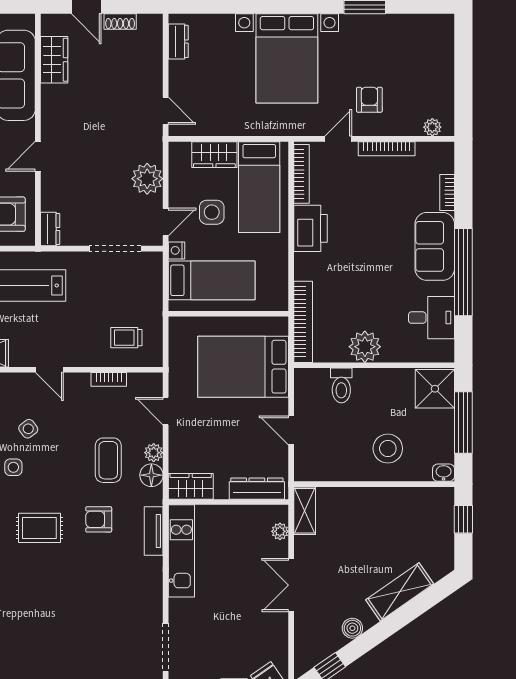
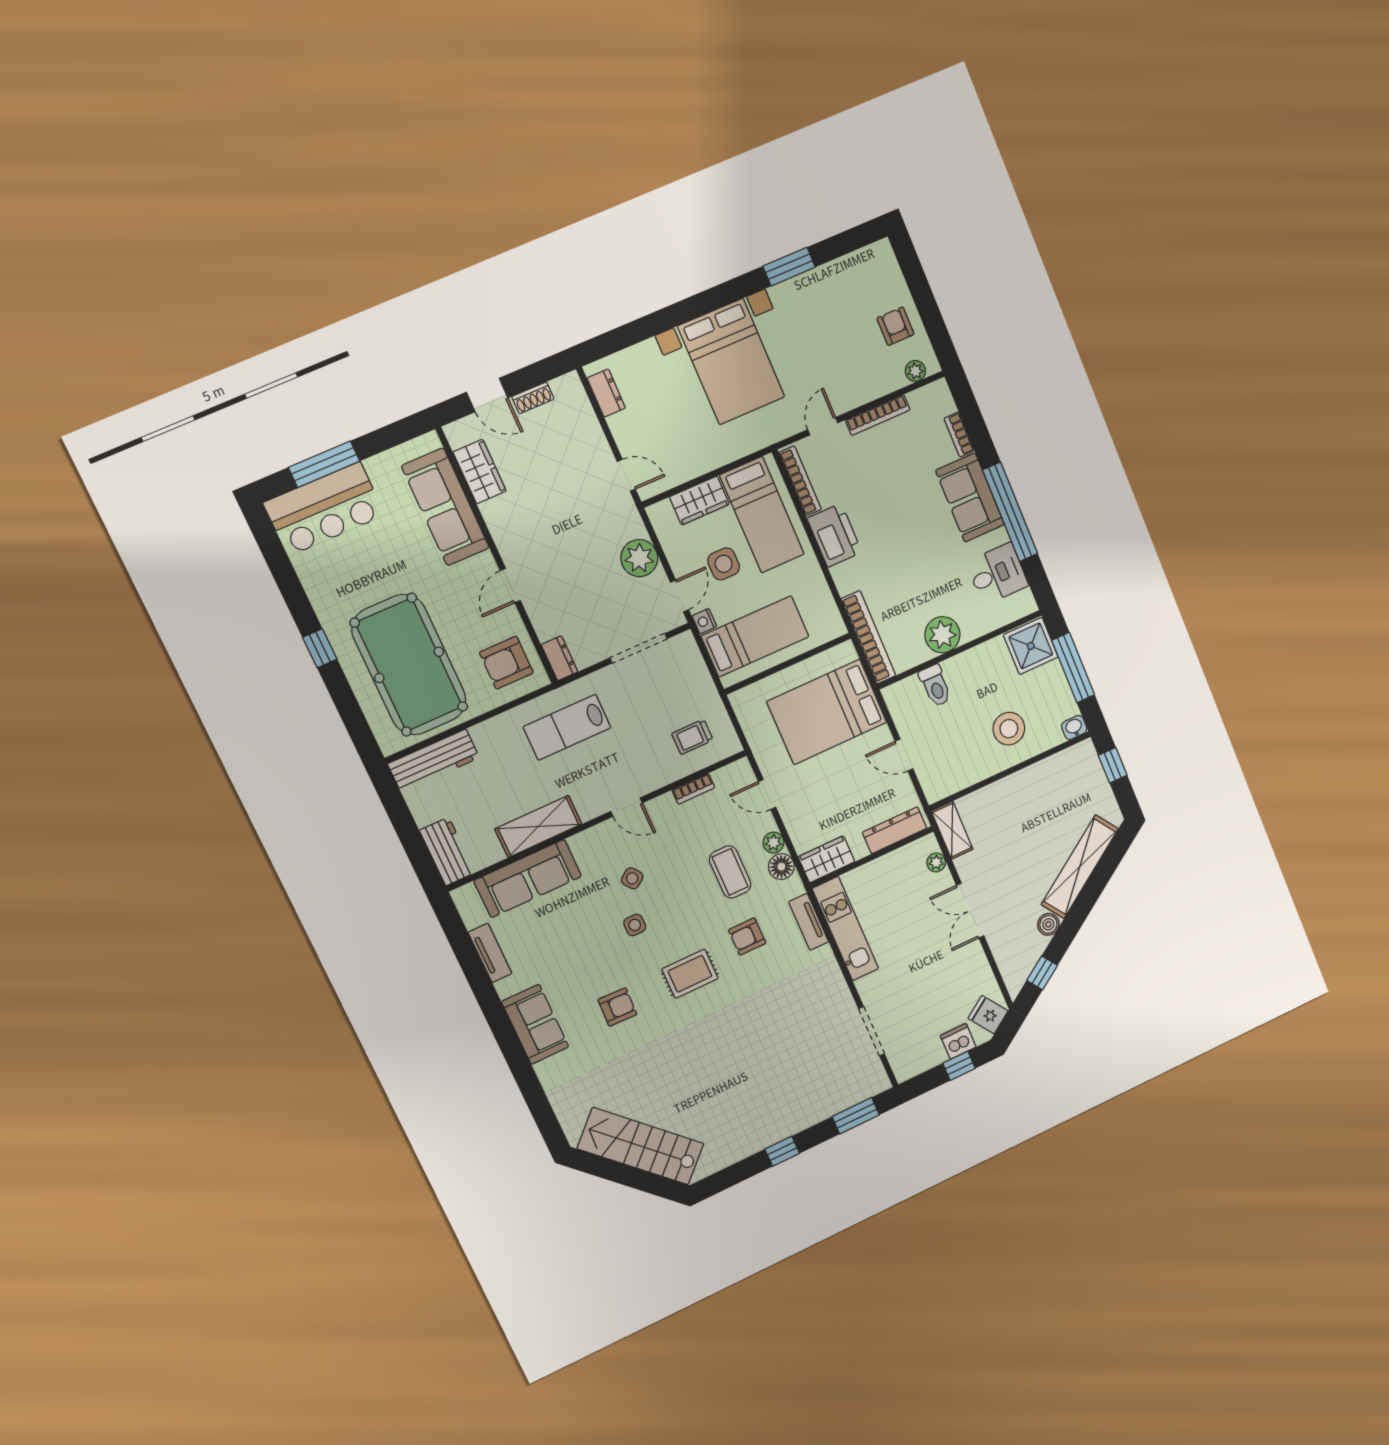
armchair: (369, 100) -> (895, 326), moved
shelving: (400, 592) -> (1080, 867), width x1.47

